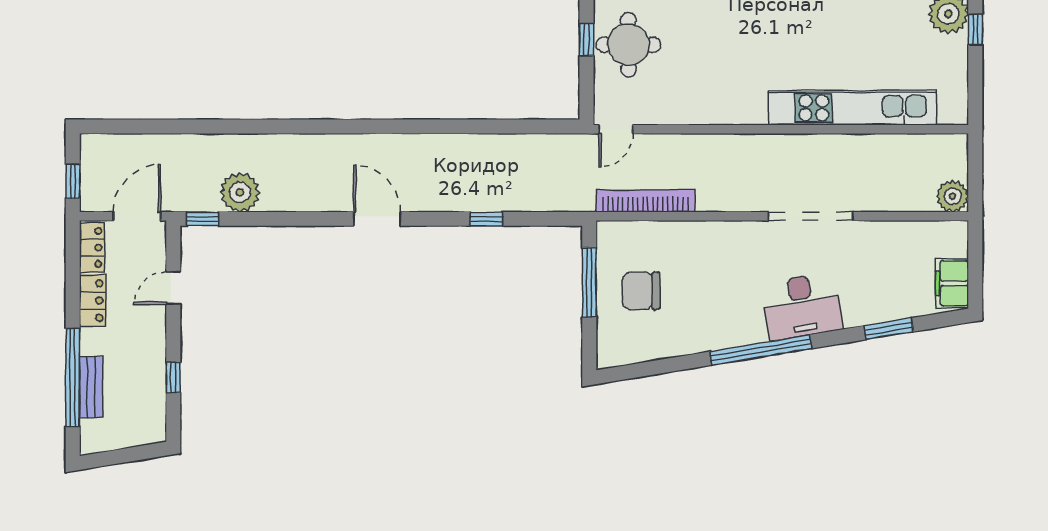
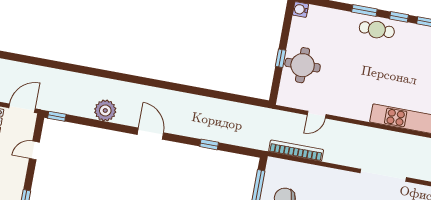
door: (616, 129) -> (317, 115), moved
plant: (240, 192) -> (105, 110), moved

